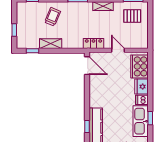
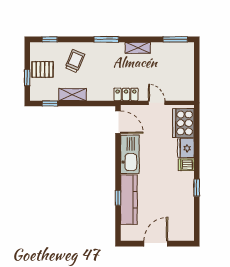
pallet: (132, 16) -> (43, 69), moved
kitchen sink: (141, 121) -> (130, 154), moved, turned 180

